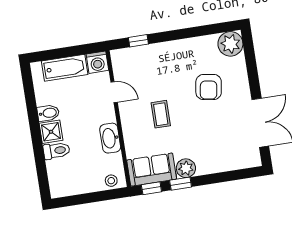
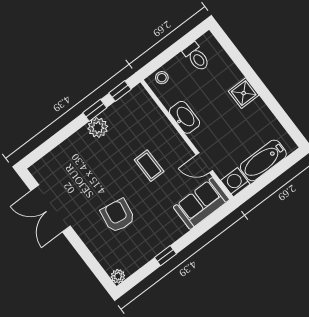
window: (138, 41) -> (165, 256), moved
plant: (230, 44) -> (118, 276), width x0.53, depth x0.53
bidet: (48, 113) -> (256, 109), removed
toilet: (57, 151) -> (196, 57), moved, turned -90
sofa: (152, 170) -> (201, 203), moved, turned 180

